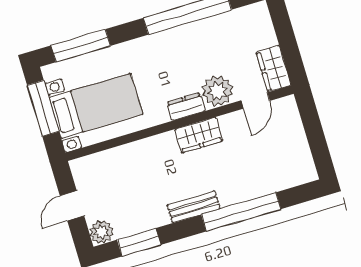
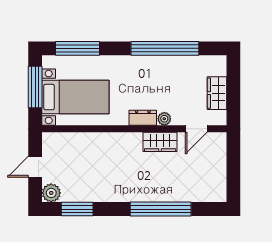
wardrobe: (274, 69) -> (217, 93), moved
plant: (218, 91) -> (164, 119), width x0.53, depth x0.53
wardrobe: (199, 135) -> (160, 142), moved
bench: (194, 207) -> (126, 195), removed

